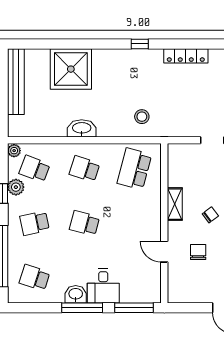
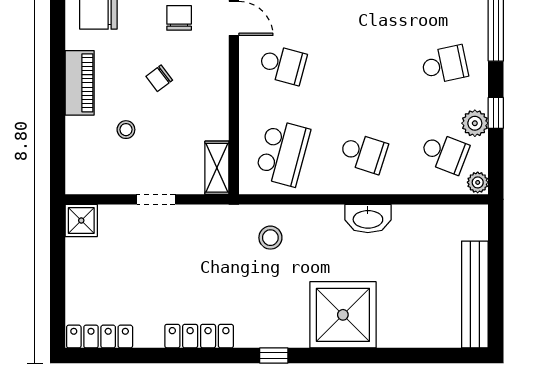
shower: (71, 69) -> (343, 315), moved
shelving: (175, 204) -> (217, 168), moved
school desk: (84, 223) -> (283, 65), moved
chair: (198, 252) -> (179, 18), turned 180

